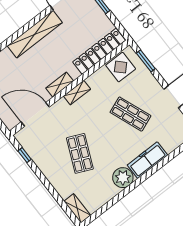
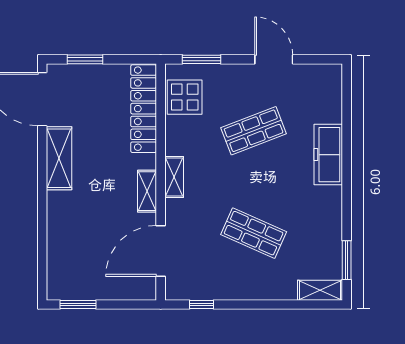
shelving: (35, 34) -> (59, 158), width x0.68
plant: (123, 178) -> (326, 203), removed
window: (102, 210) -> (347, 260), added

